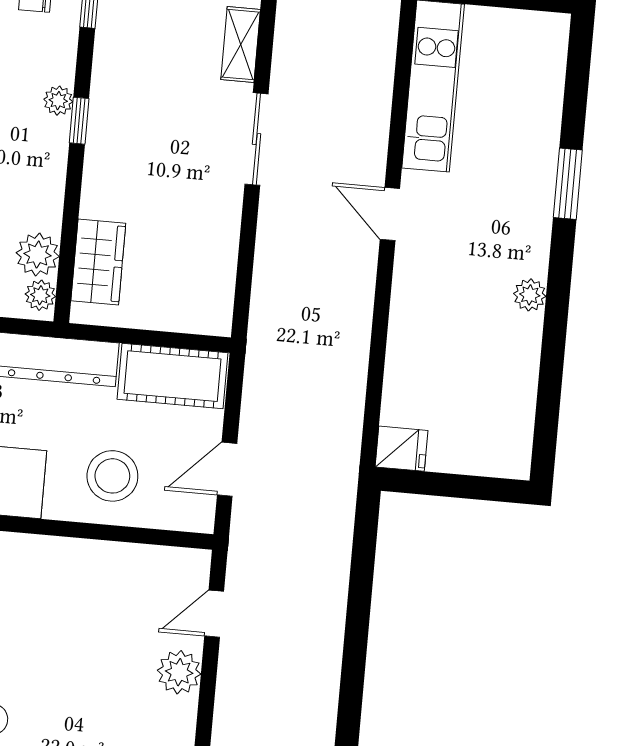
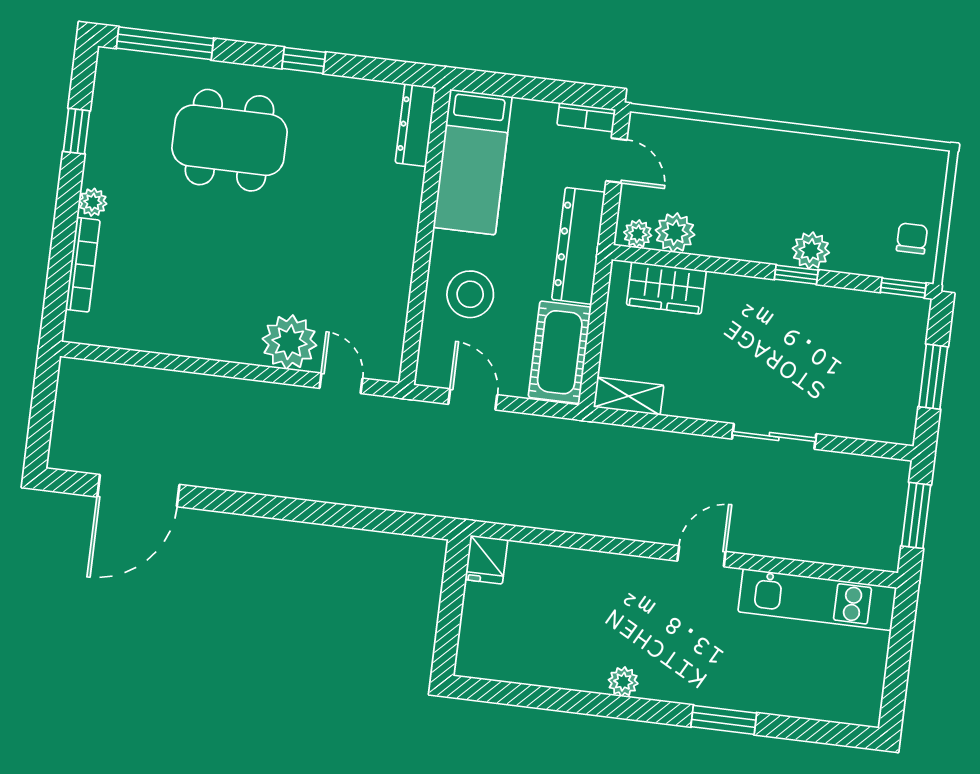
shelving: (241, 45) -> (629, 396), moved
plant: (58, 101) -> (811, 250), width x1.38, depth x1.38
plant: (179, 672) -> (289, 342), width x1.36, depth x1.36

